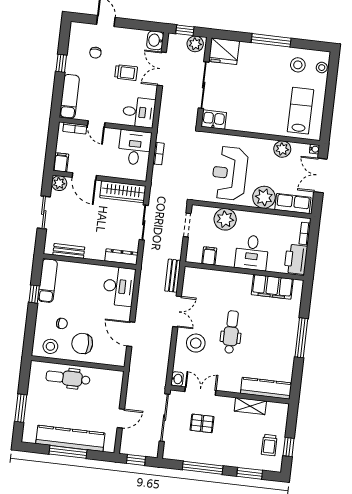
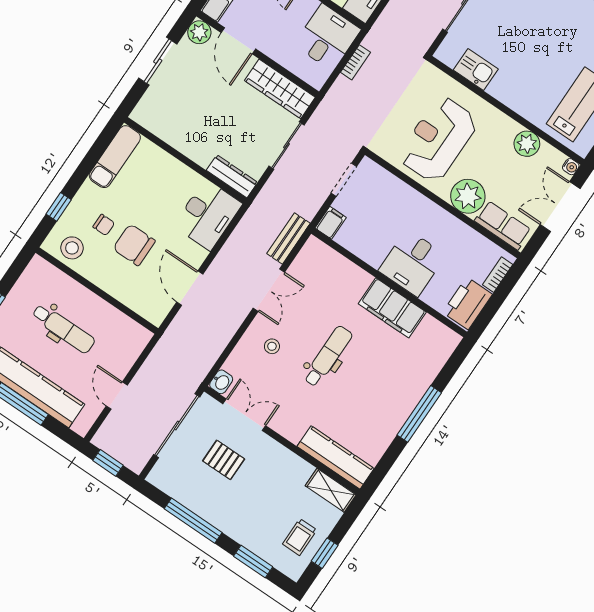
kitchen sink: (214, 120) -> (476, 70), moved
plant: (225, 219) -> (400, 199), removed
bench: (69, 251) -> (165, 131), removed
filing cabinet: (209, 256) -> (331, 223), moved
filing cabinet: (272, 287) -> (392, 308), moved
window: (34, 294) -> (59, 207), moved
chair: (82, 343) -> (134, 245), moved
stool: (196, 343) -> (272, 346), width x0.53, depth x0.53
dental chair: (68, 378) -> (63, 329), moved, turned 180
shelving: (250, 406) -> (331, 490), moved
door: (121, 418) -> (117, 396), swing flipped

